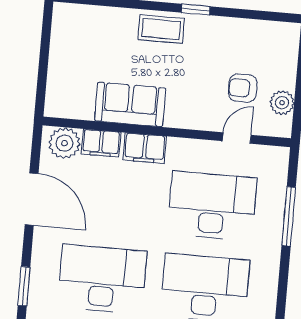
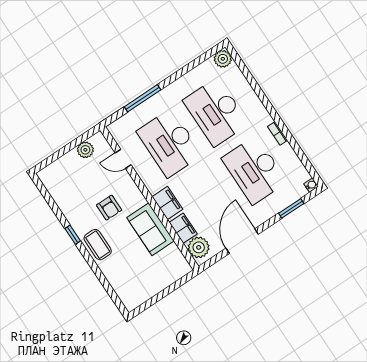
armchair: (243, 88) -> (109, 208), moved

